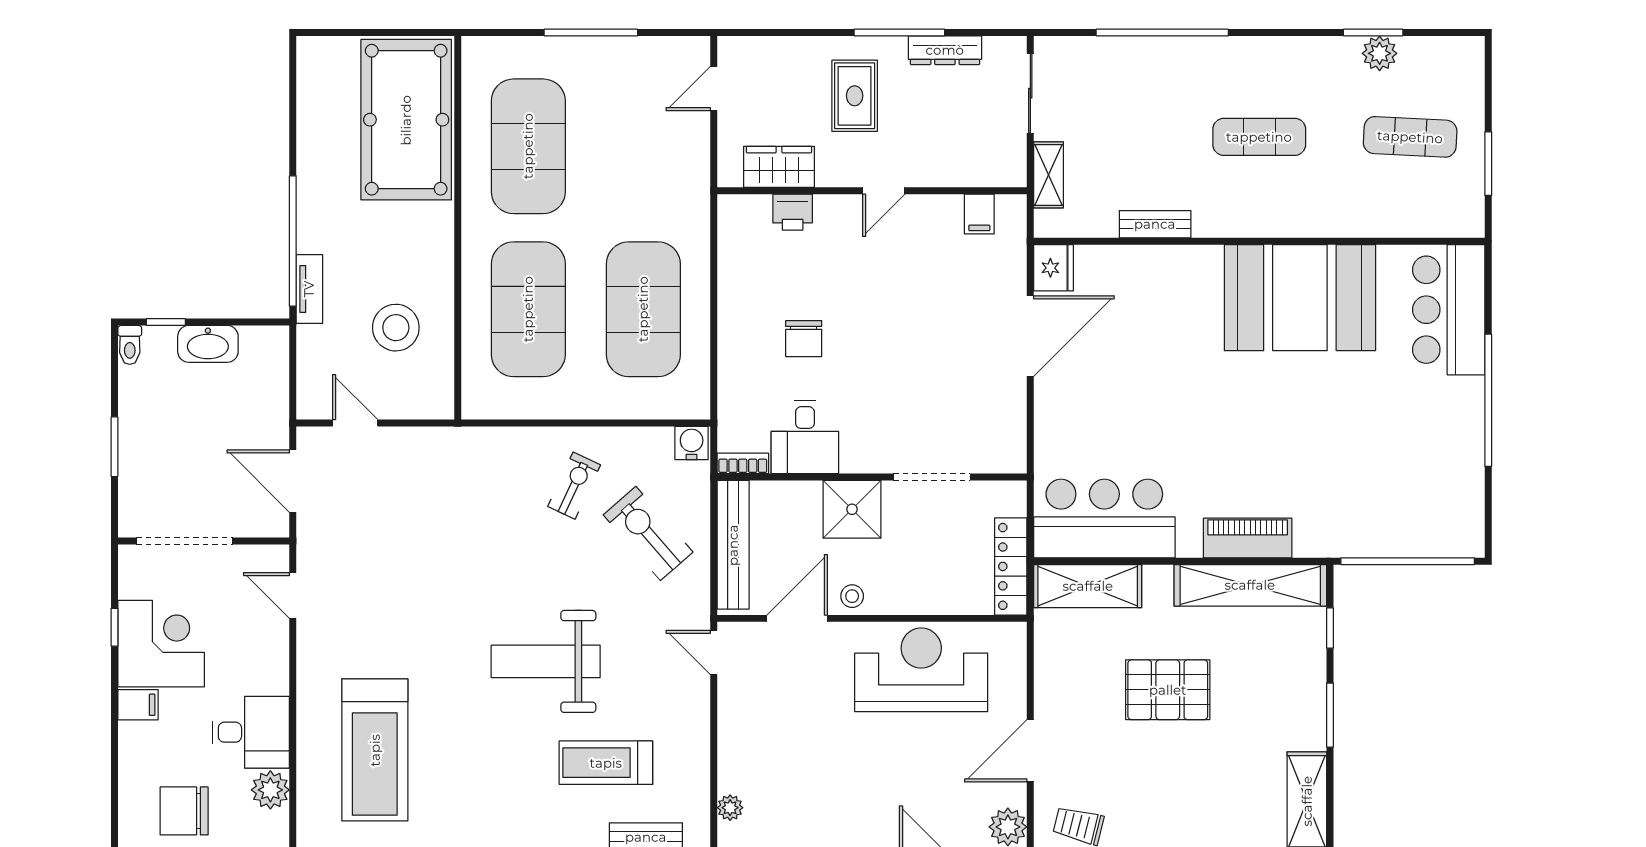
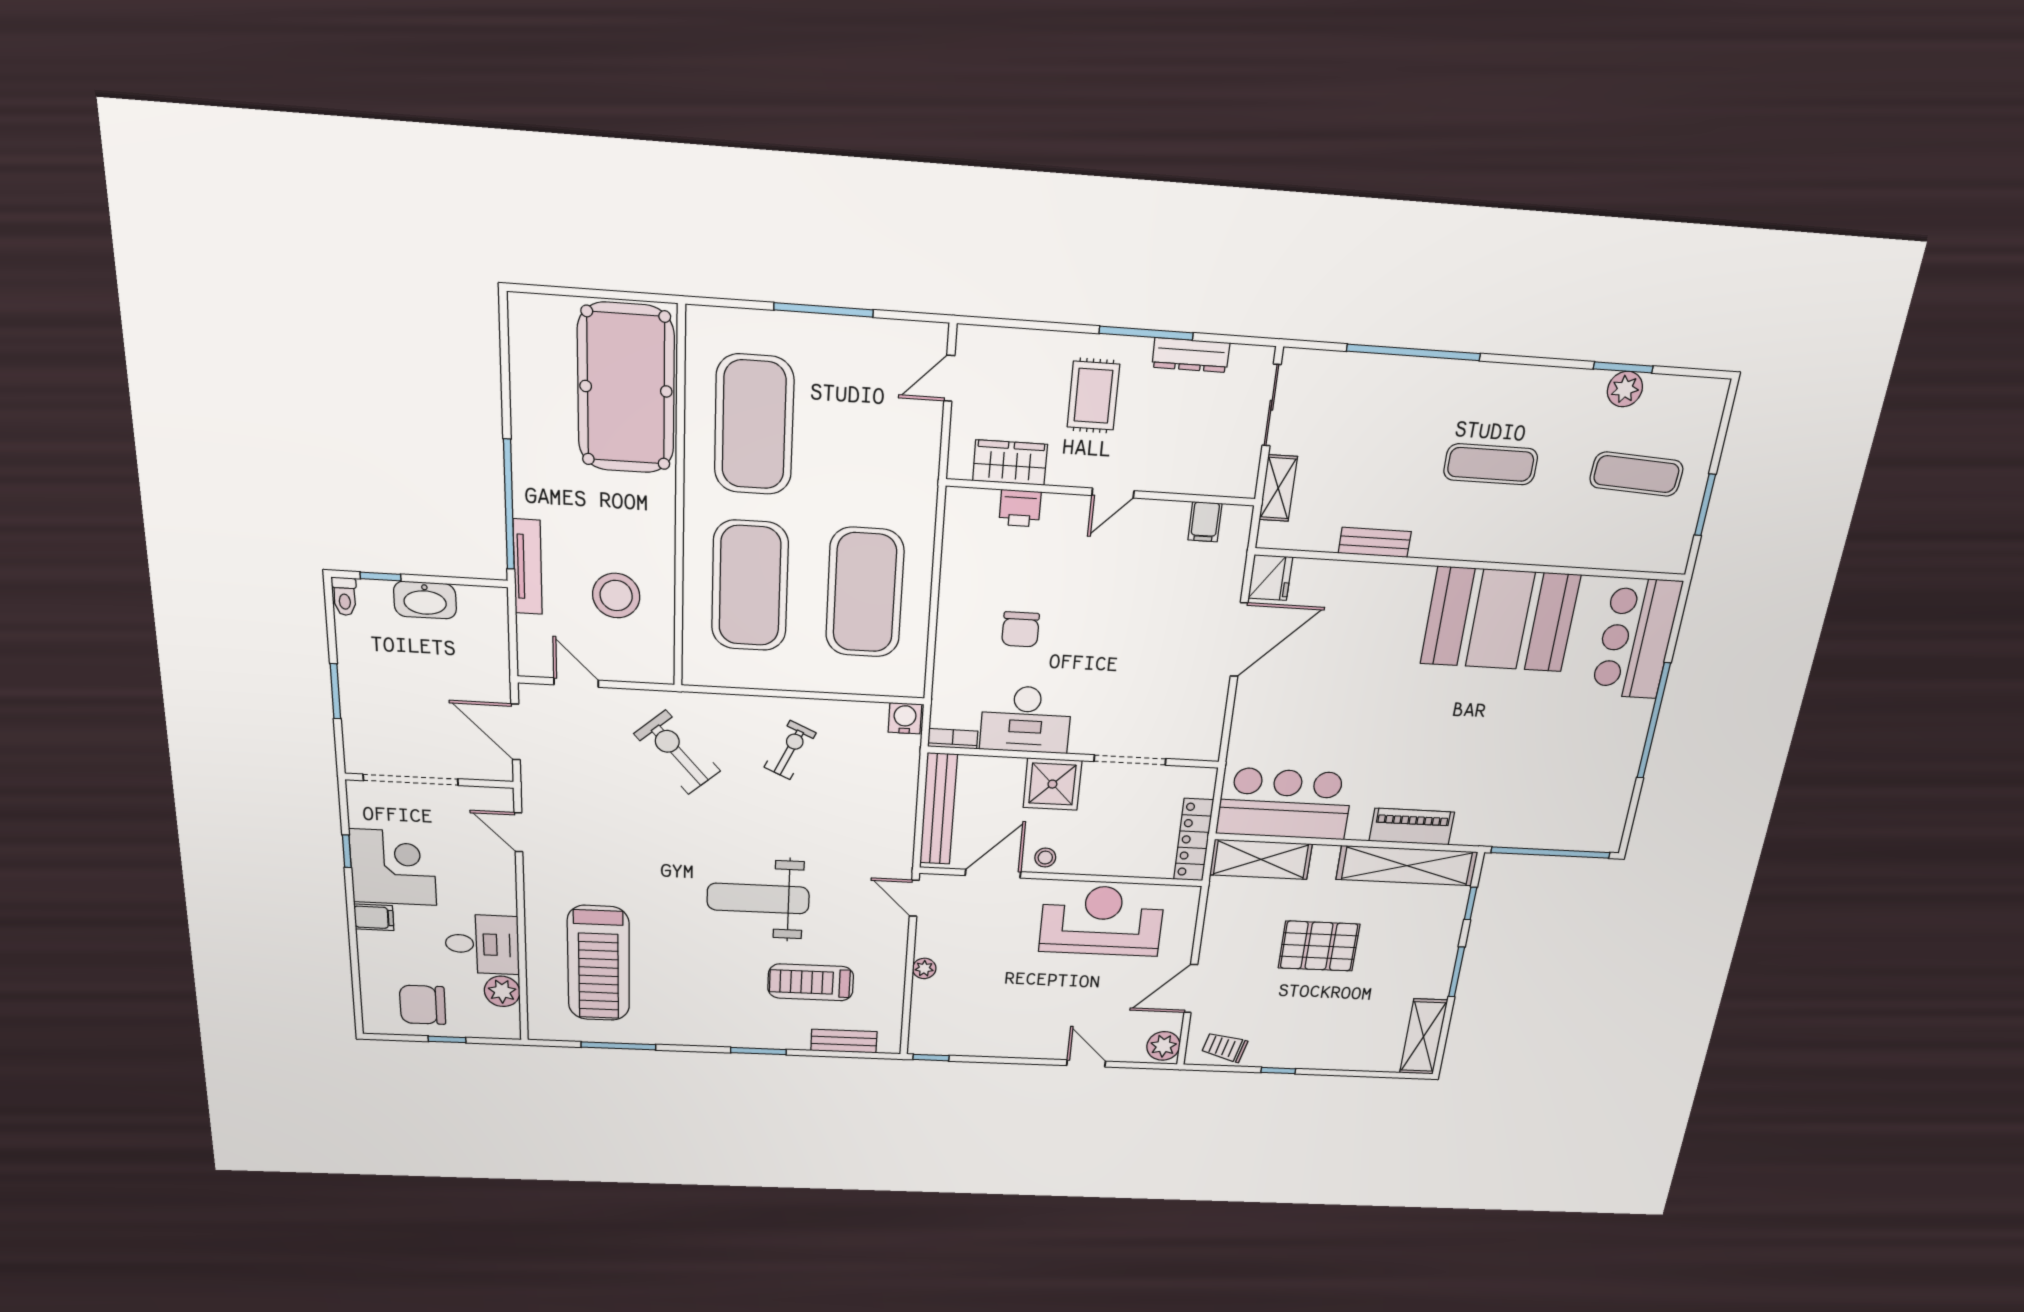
tv unit: (309, 289) -> (528, 567), width x1.41
desk: (805, 437) -> (1026, 719), width x1.37
exercise bike: (648, 533) -> (677, 752), moved
plant: (730, 808) -> (924, 968), moved

